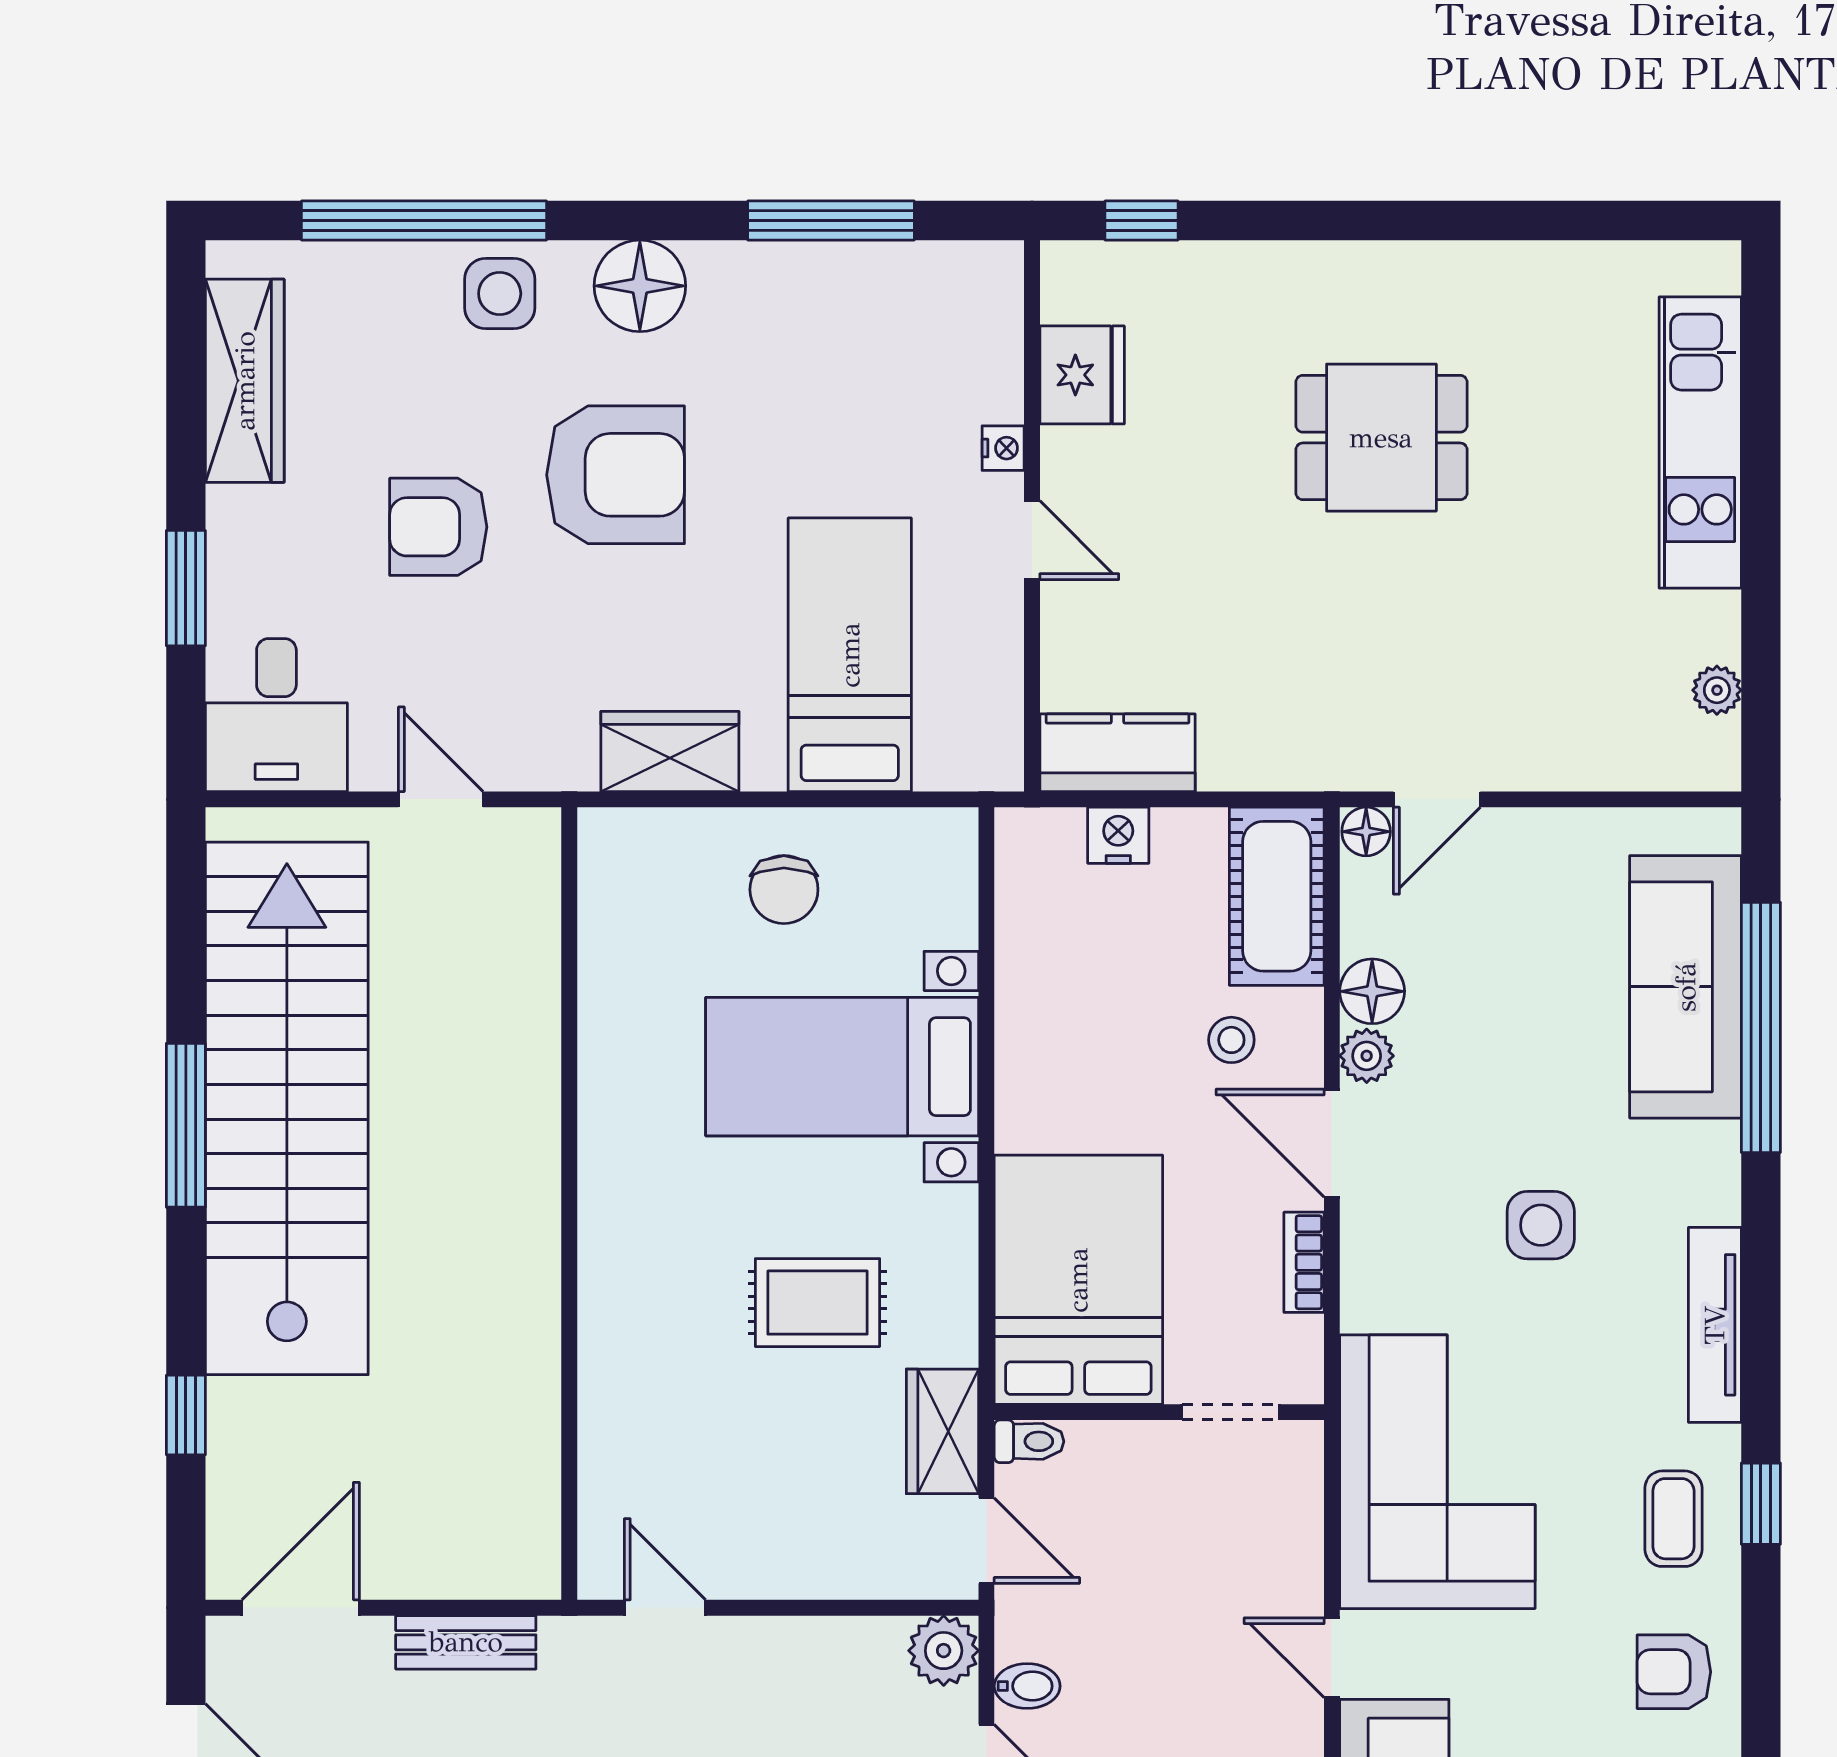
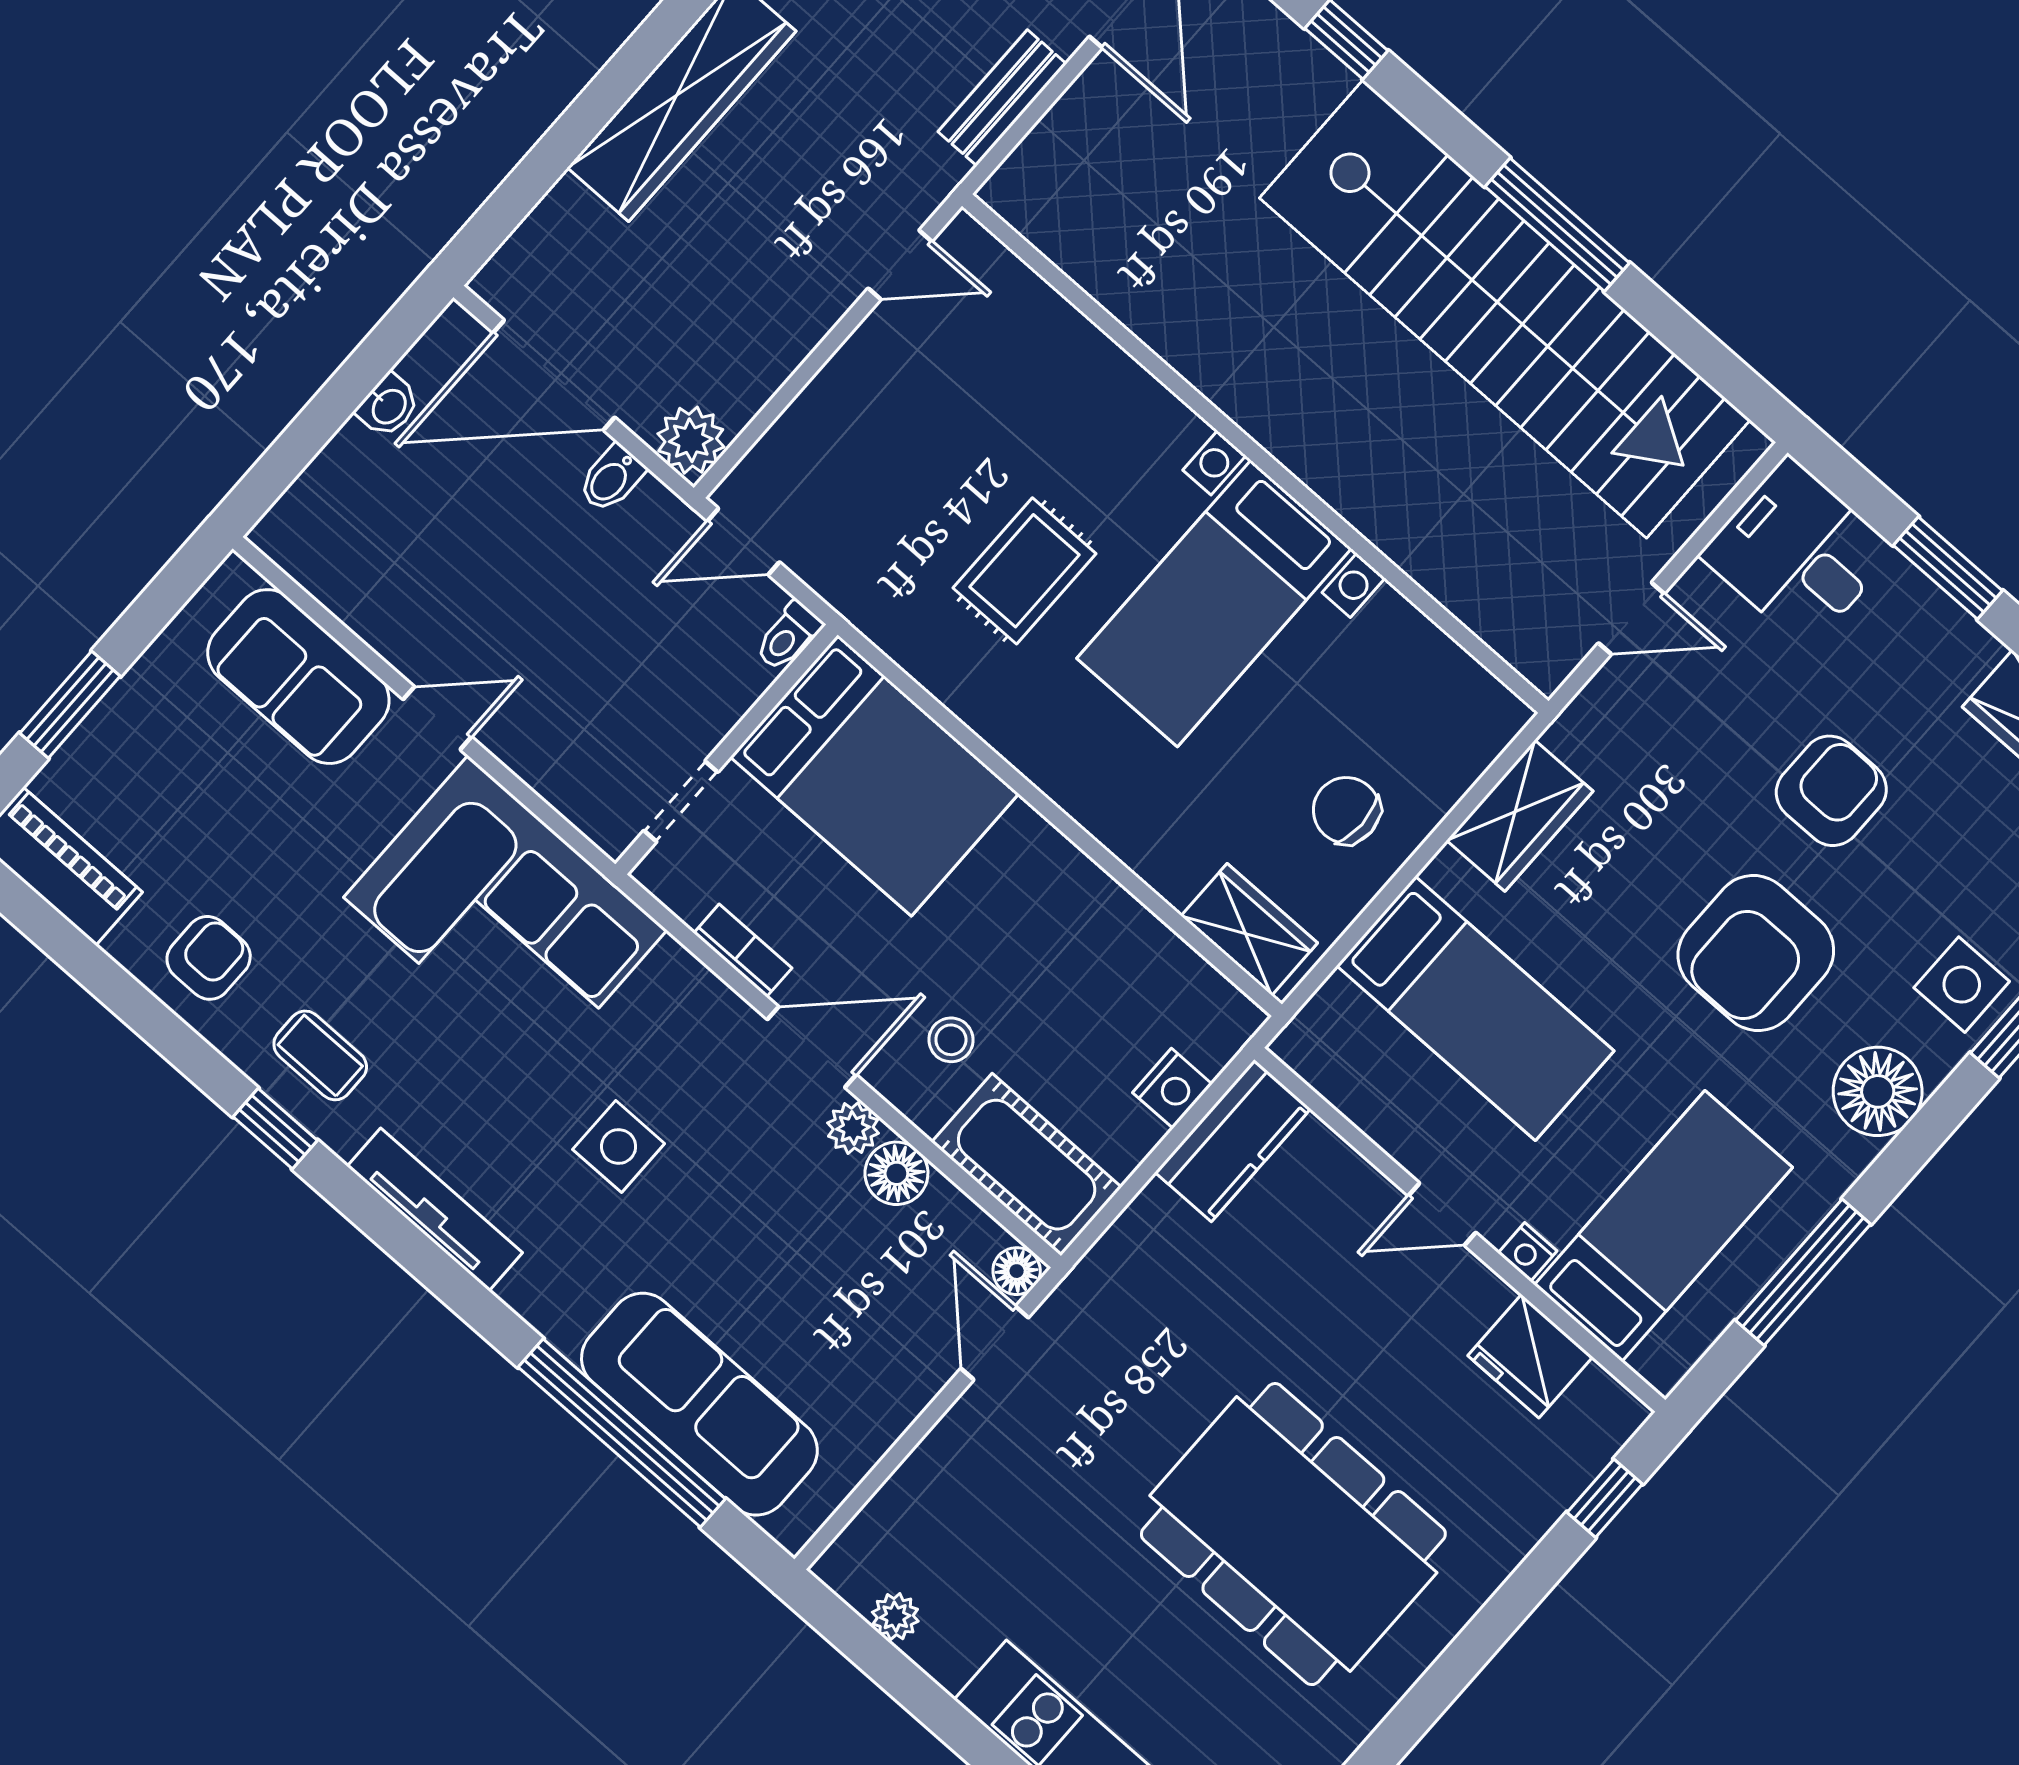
bed: (891, 360) -> (1663, 1226), added
dining table: (1381, 438) -> (1293, 1534), width x1.88, depth x1.24
bed with nightstands: (842, 1067) -> (1214, 603), moved, turned 180
wardrobe: (942, 1431) -> (1249, 929), moved

